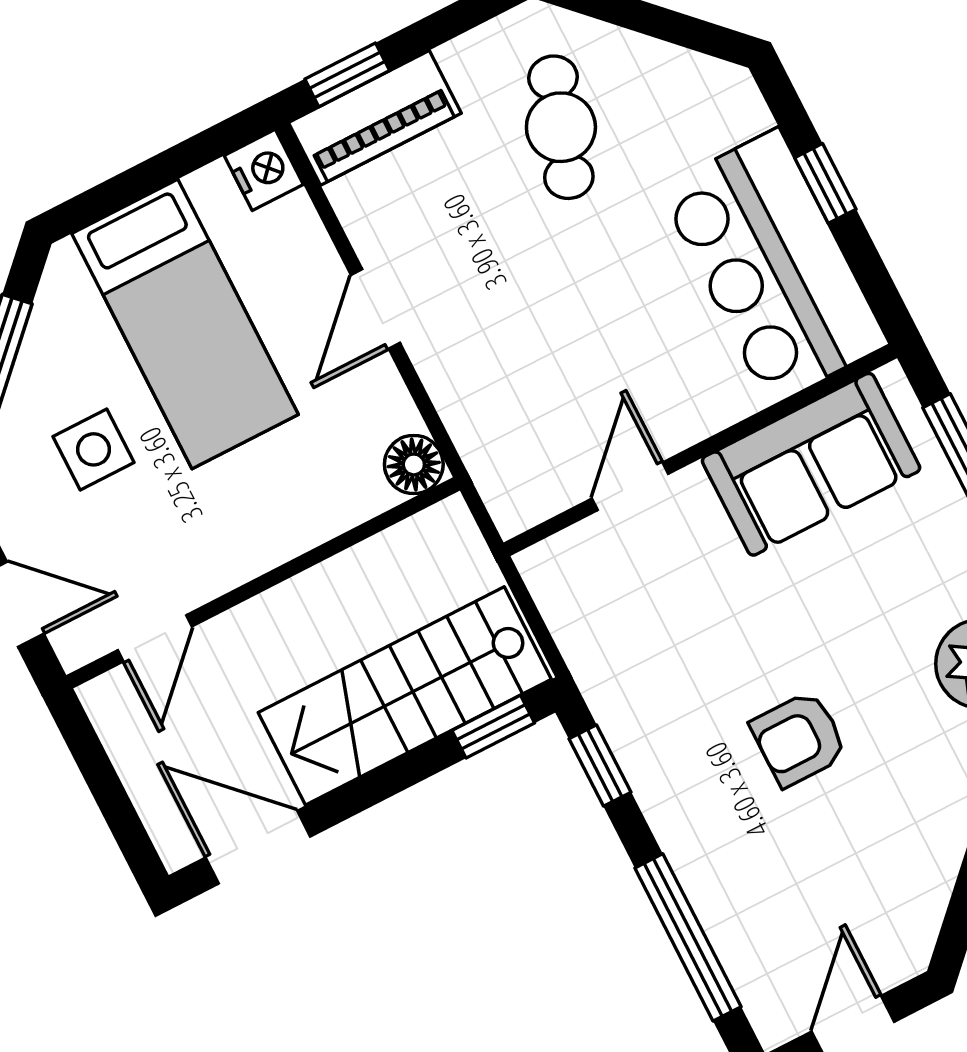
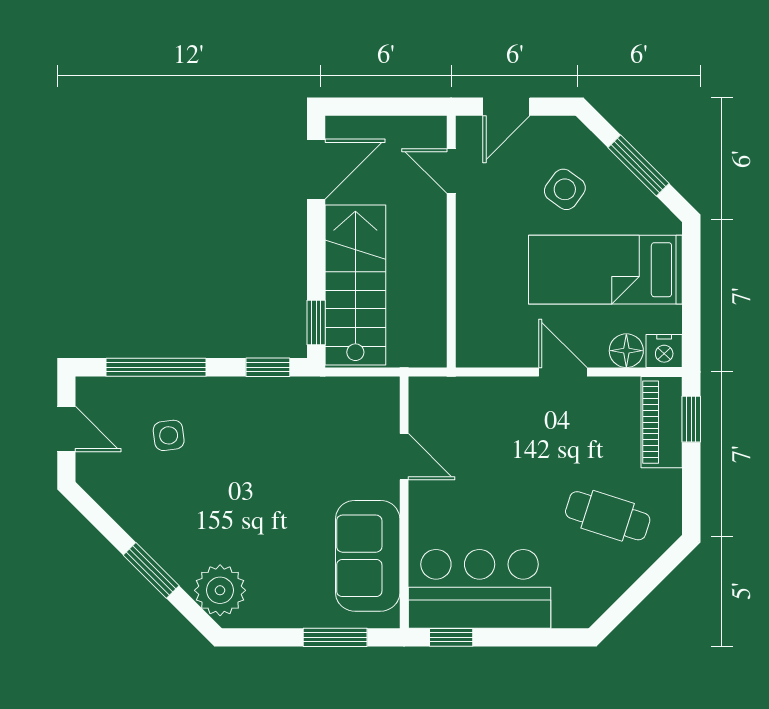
window: (825, 183) -> (451, 637), moved
side table: (94, 449) -> (565, 189), turned 36
floor lamp: (414, 464) -> (626, 351), moved
armchair: (799, 739) -> (229, 477), removed
side table: (783, 864) -> (169, 435), added

